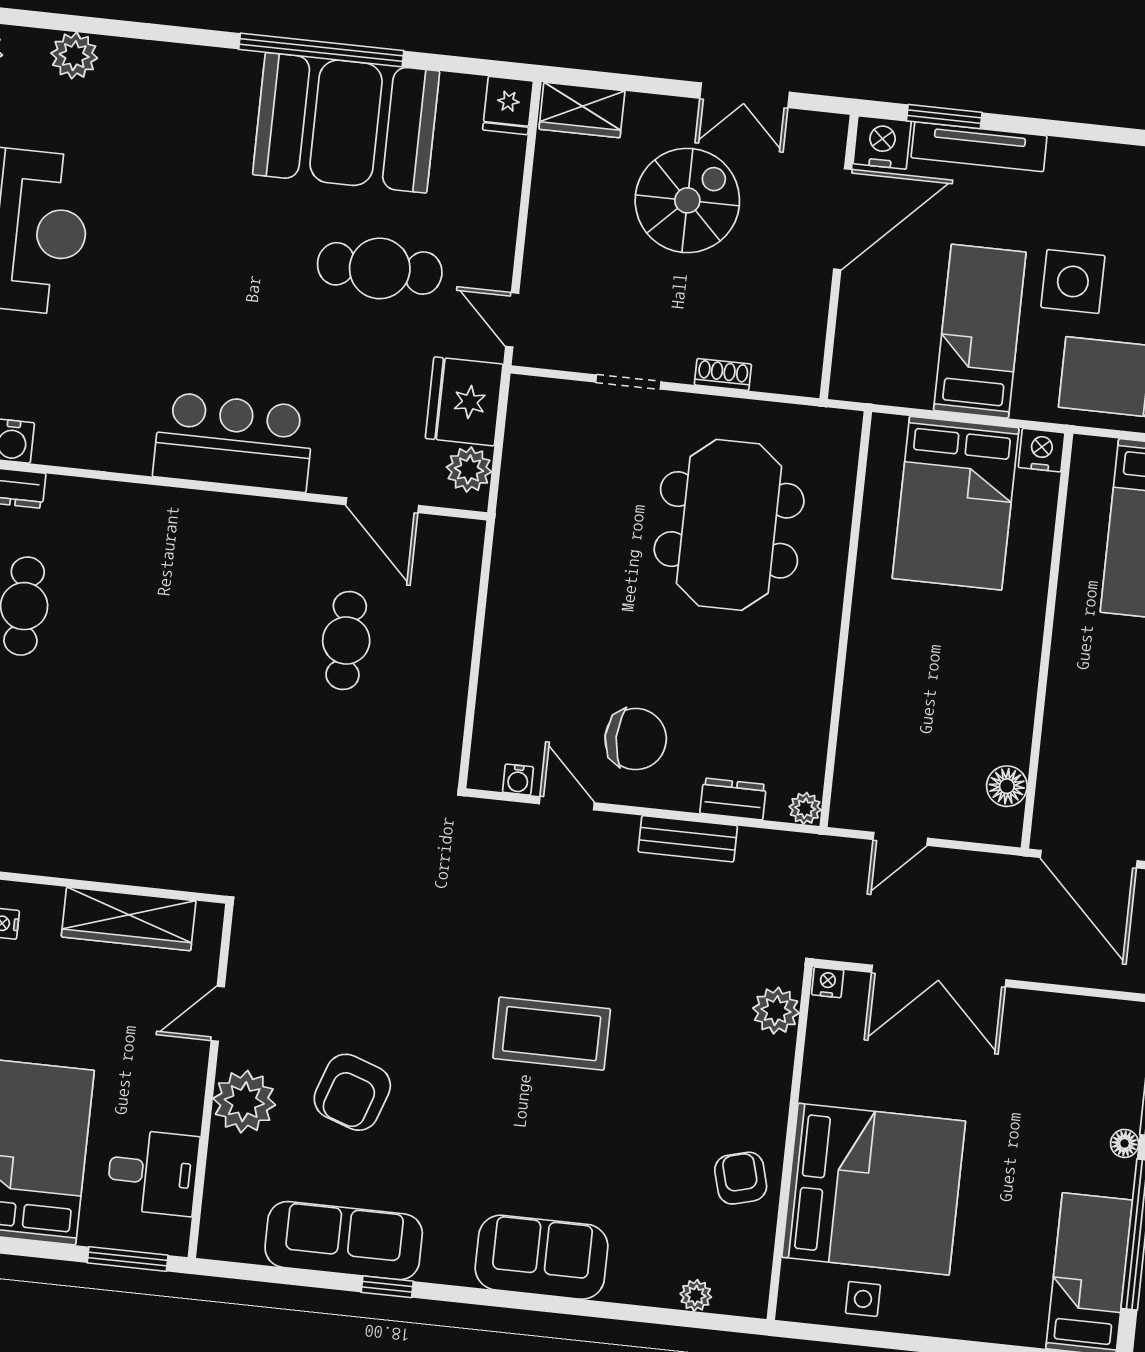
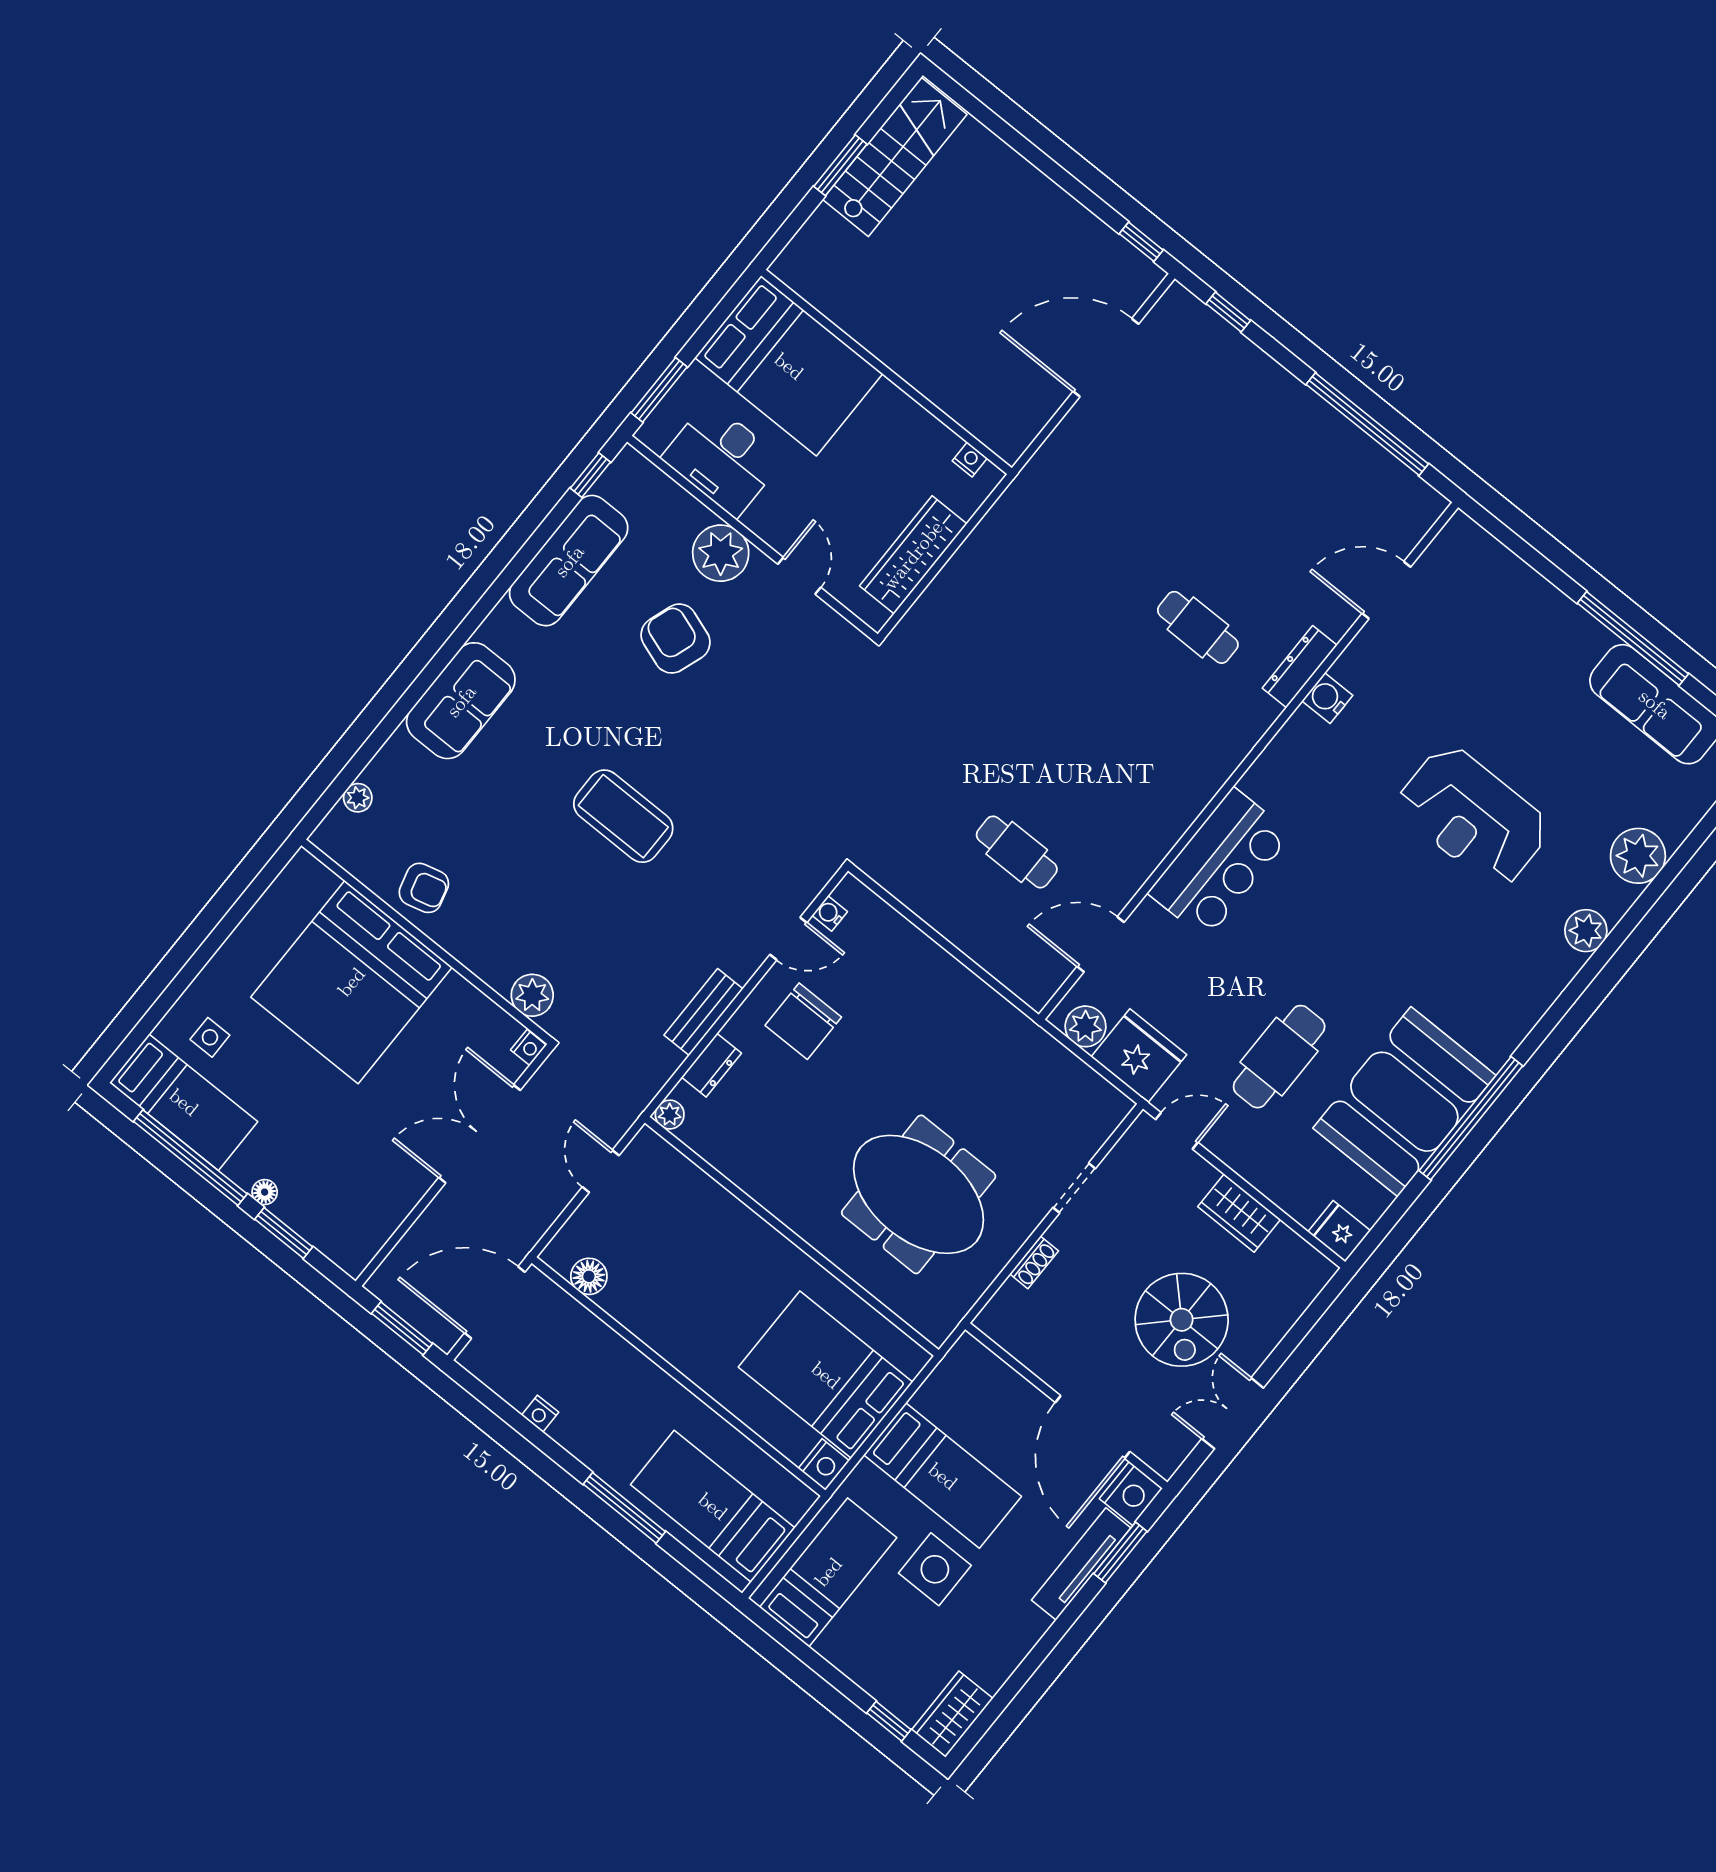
wardrobe: (582, 110) -> (1239, 1213), moved, turned -90
coffee table: (552, 1034) -> (623, 816), turned 90
desk: (153, 1172) -> (722, 459), width x1.37
window: (387, 1287) -> (590, 475), moved
side table: (863, 1299) -> (210, 1037), moved

